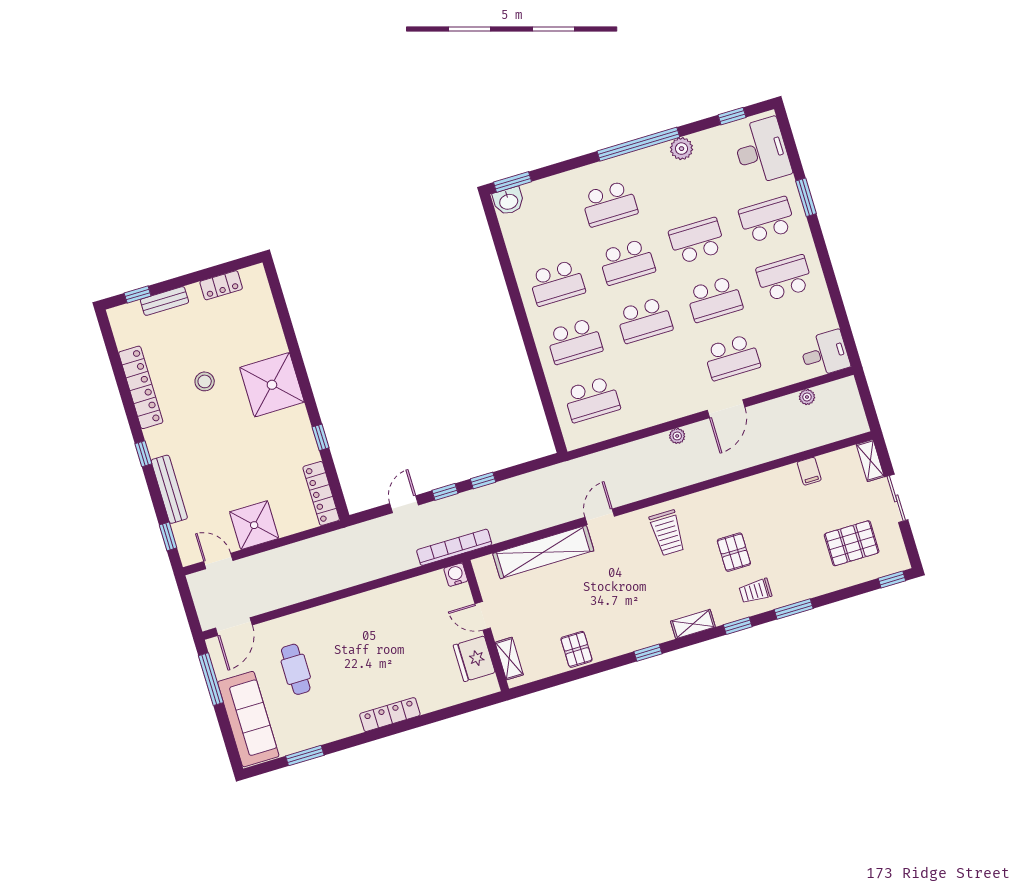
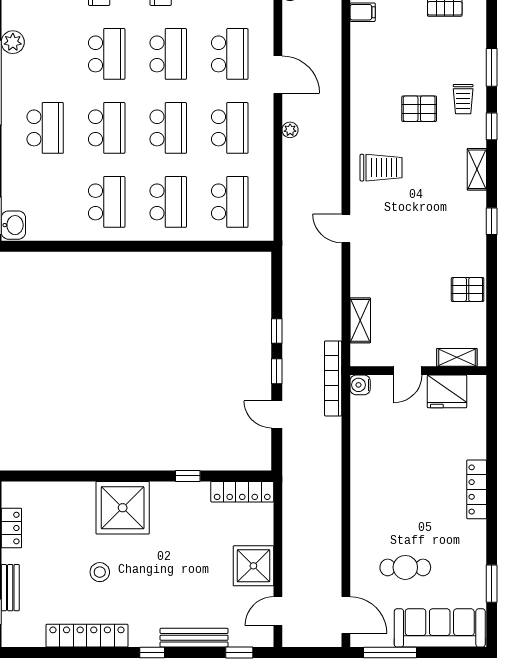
school desk: (697, 241) -> (107, 54), turned 180
school desk: (662, 378) -> (230, 128), added
shelving: (543, 552) -> (360, 320), width x0.45, depth x0.75

